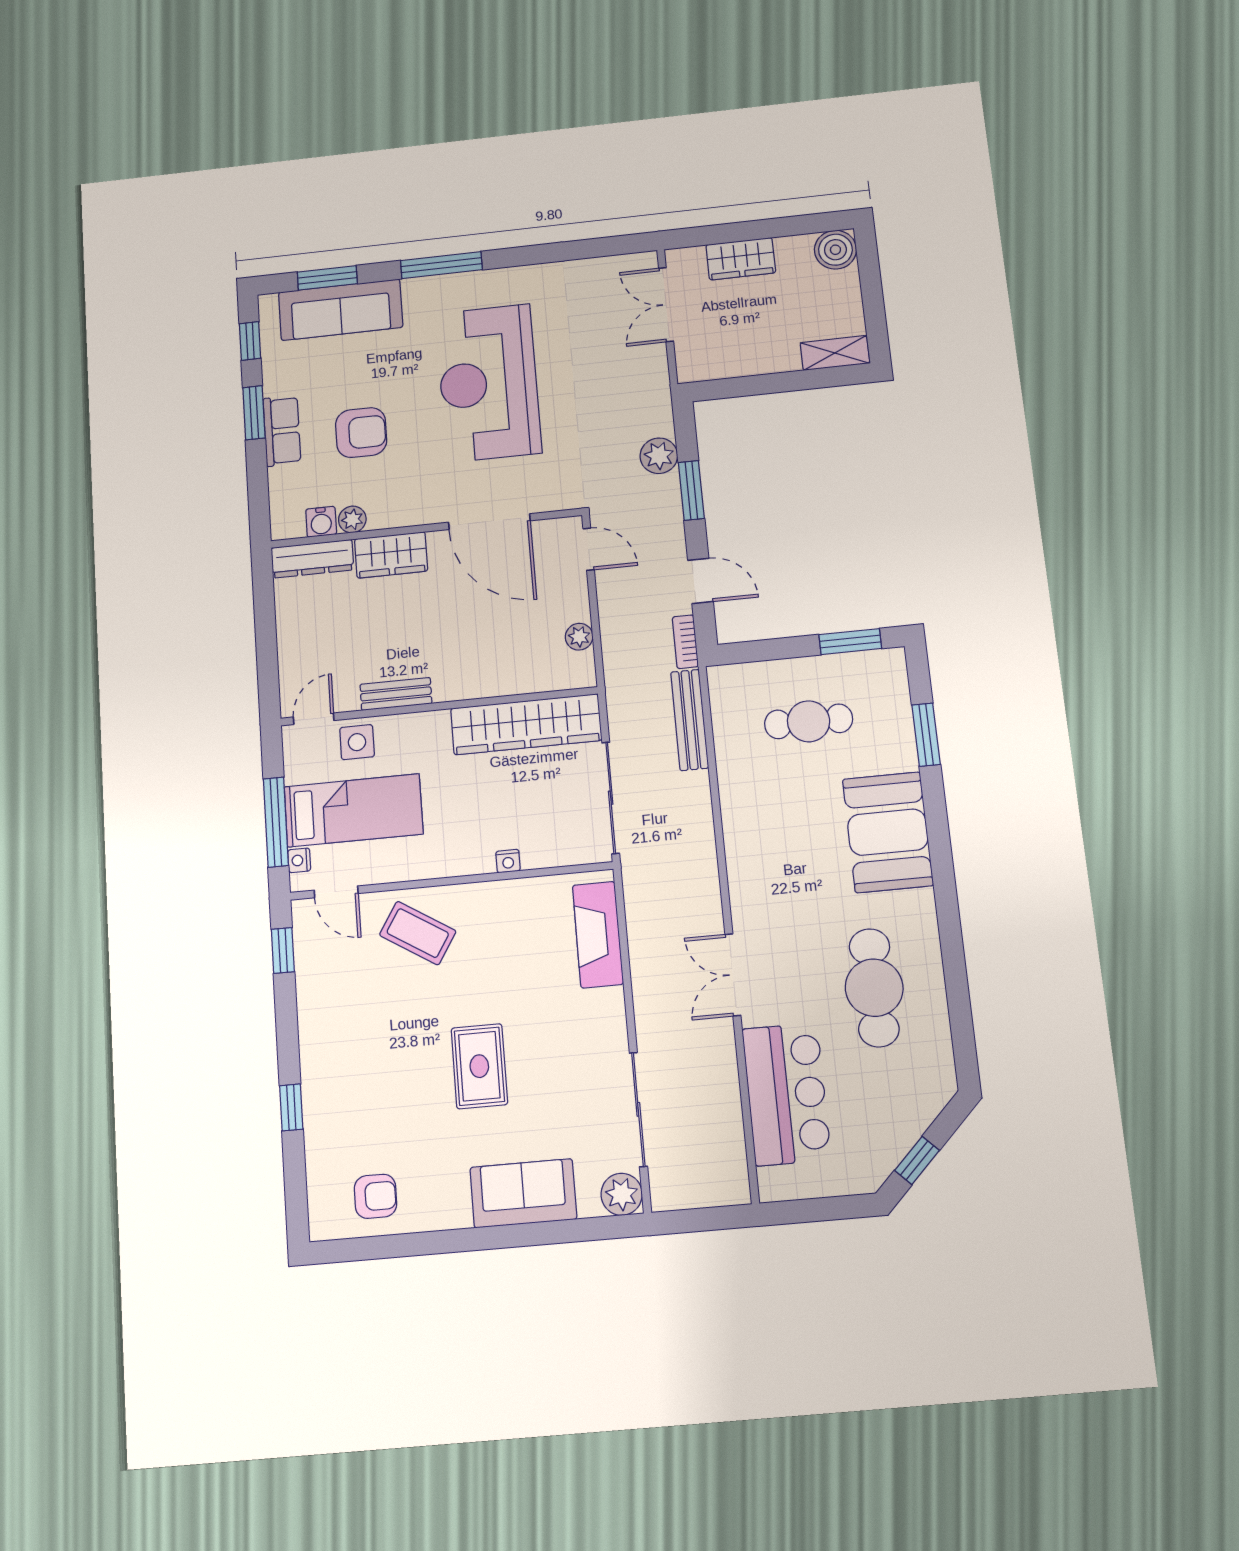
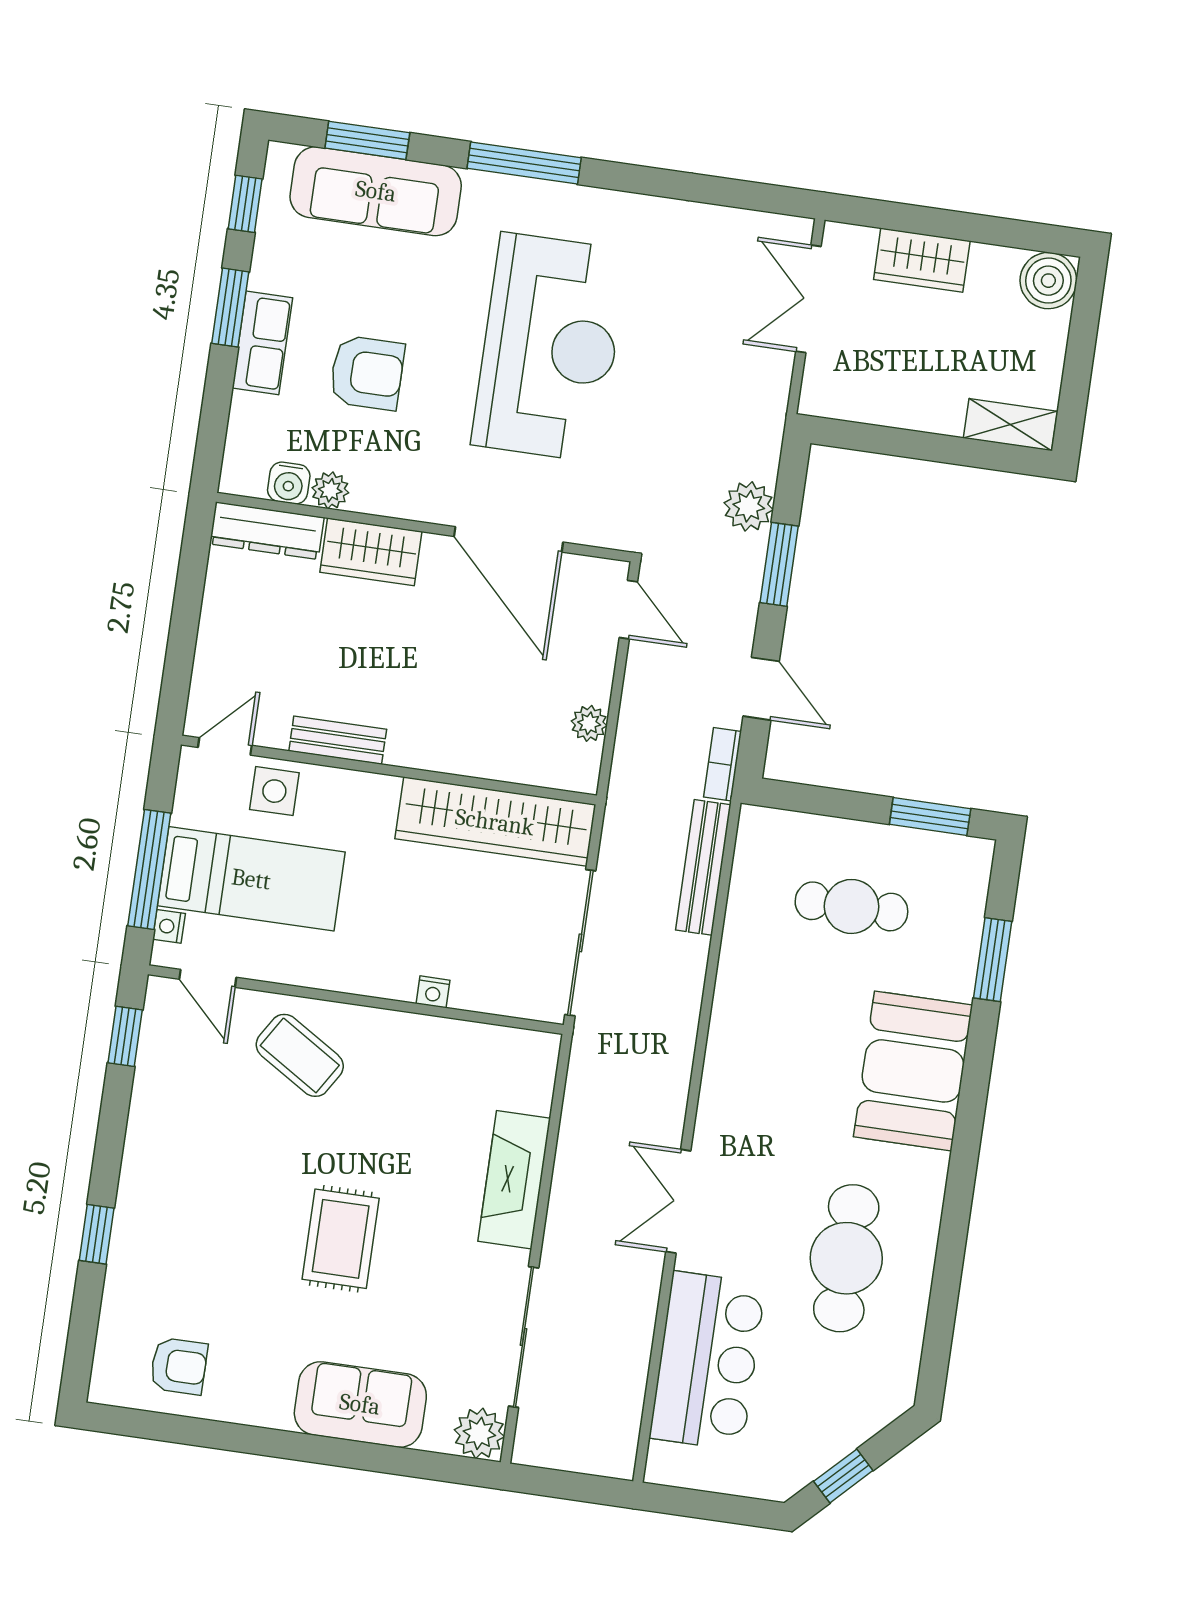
reception desk: (488, 383) -> (550, 347), turned 180
fireplace: (598, 935) -> (514, 1180), moved

